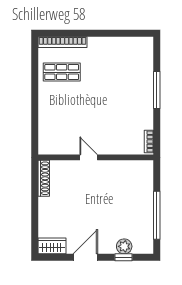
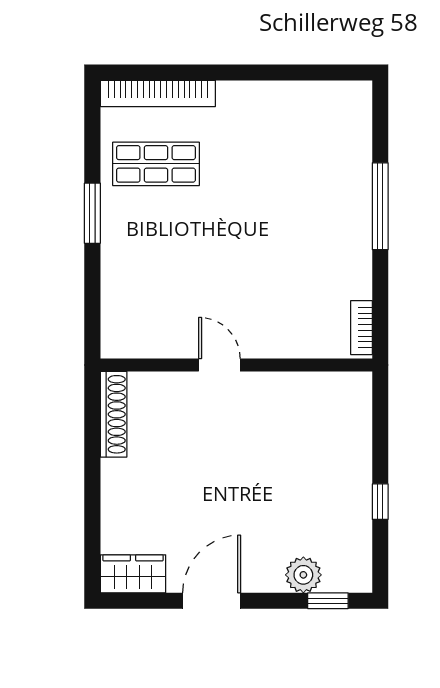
window: (35, 93) -> (92, 213), added
window: (157, 215) -> (380, 502), width x0.32
window: (123, 257) -> (328, 601), moved

